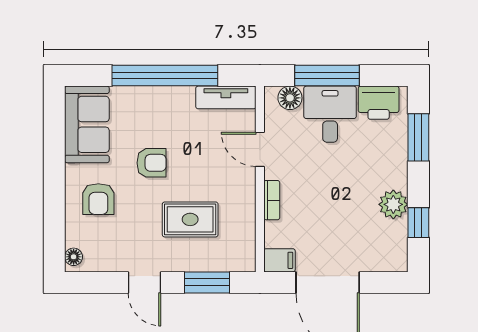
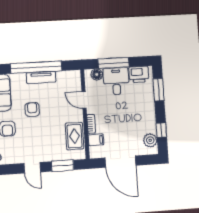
tv unit: (226, 97) -> (41, 77), moved
armchair: (152, 163) -> (32, 109), turned -90
plant: (393, 204) -> (150, 140), moved
rug: (190, 219) -> (74, 136), moved, turned 90
filing cabinet: (279, 260) -> (96, 140), moved

